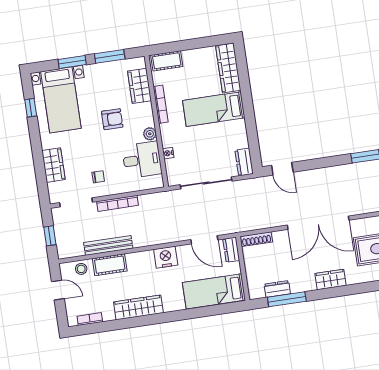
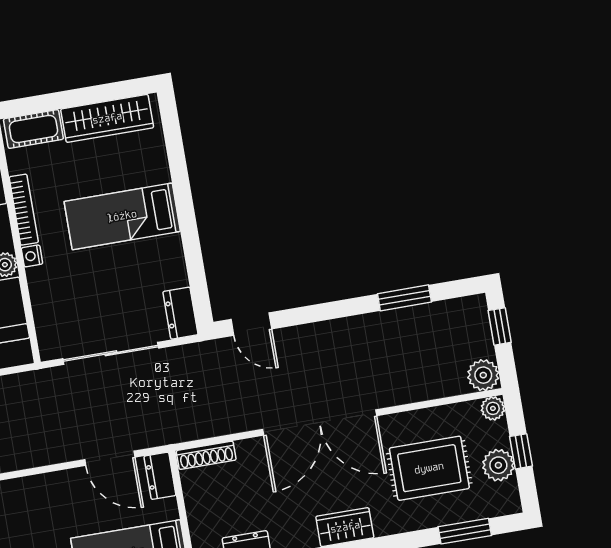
wardrobe: (228, 68) -> (107, 118), moved, turned -90
nightstand: (168, 153) -> (32, 256), moved
nightstand: (166, 257) -> (39, 492), removed

